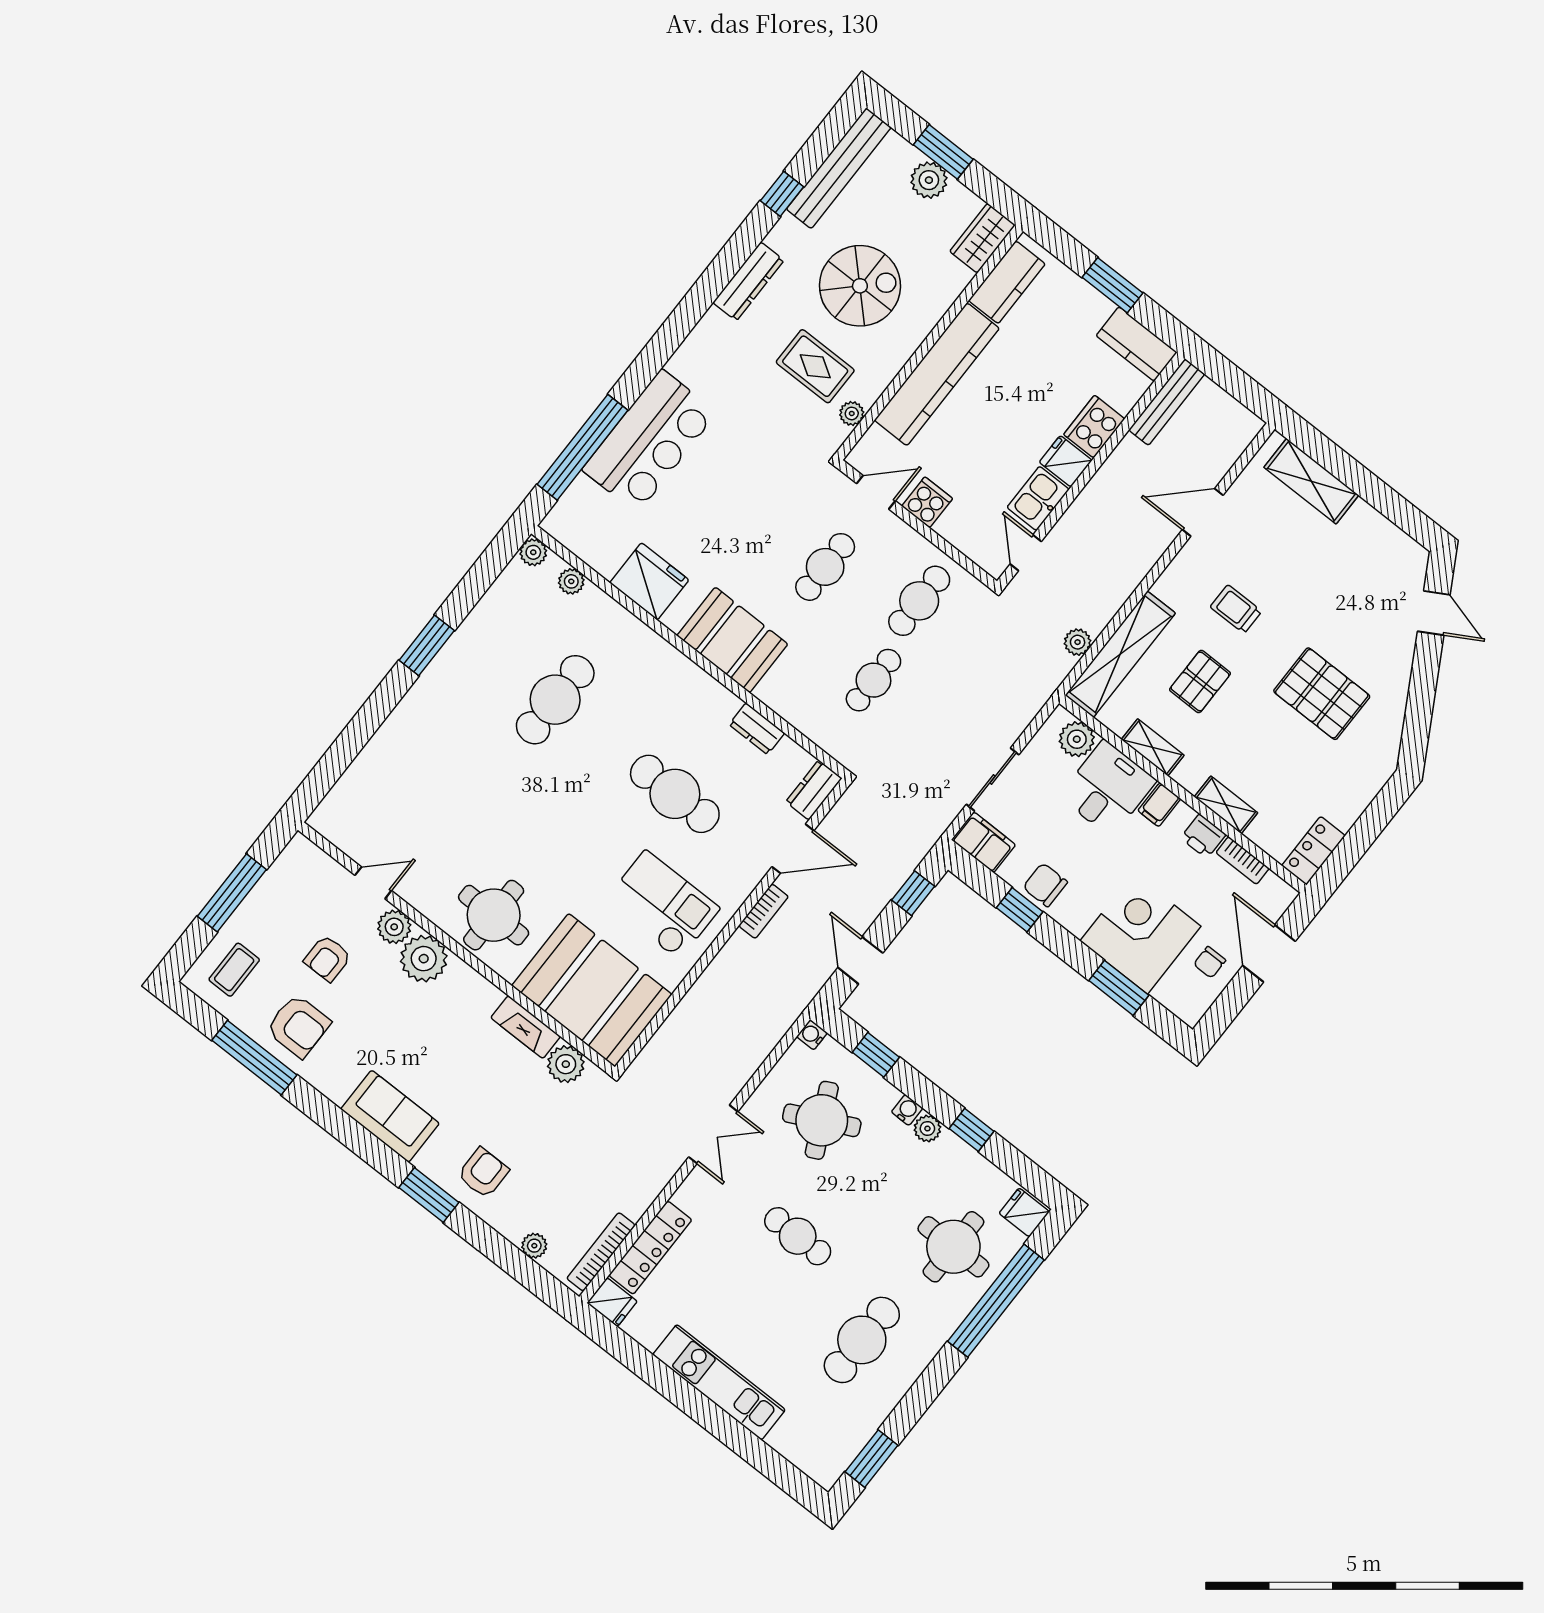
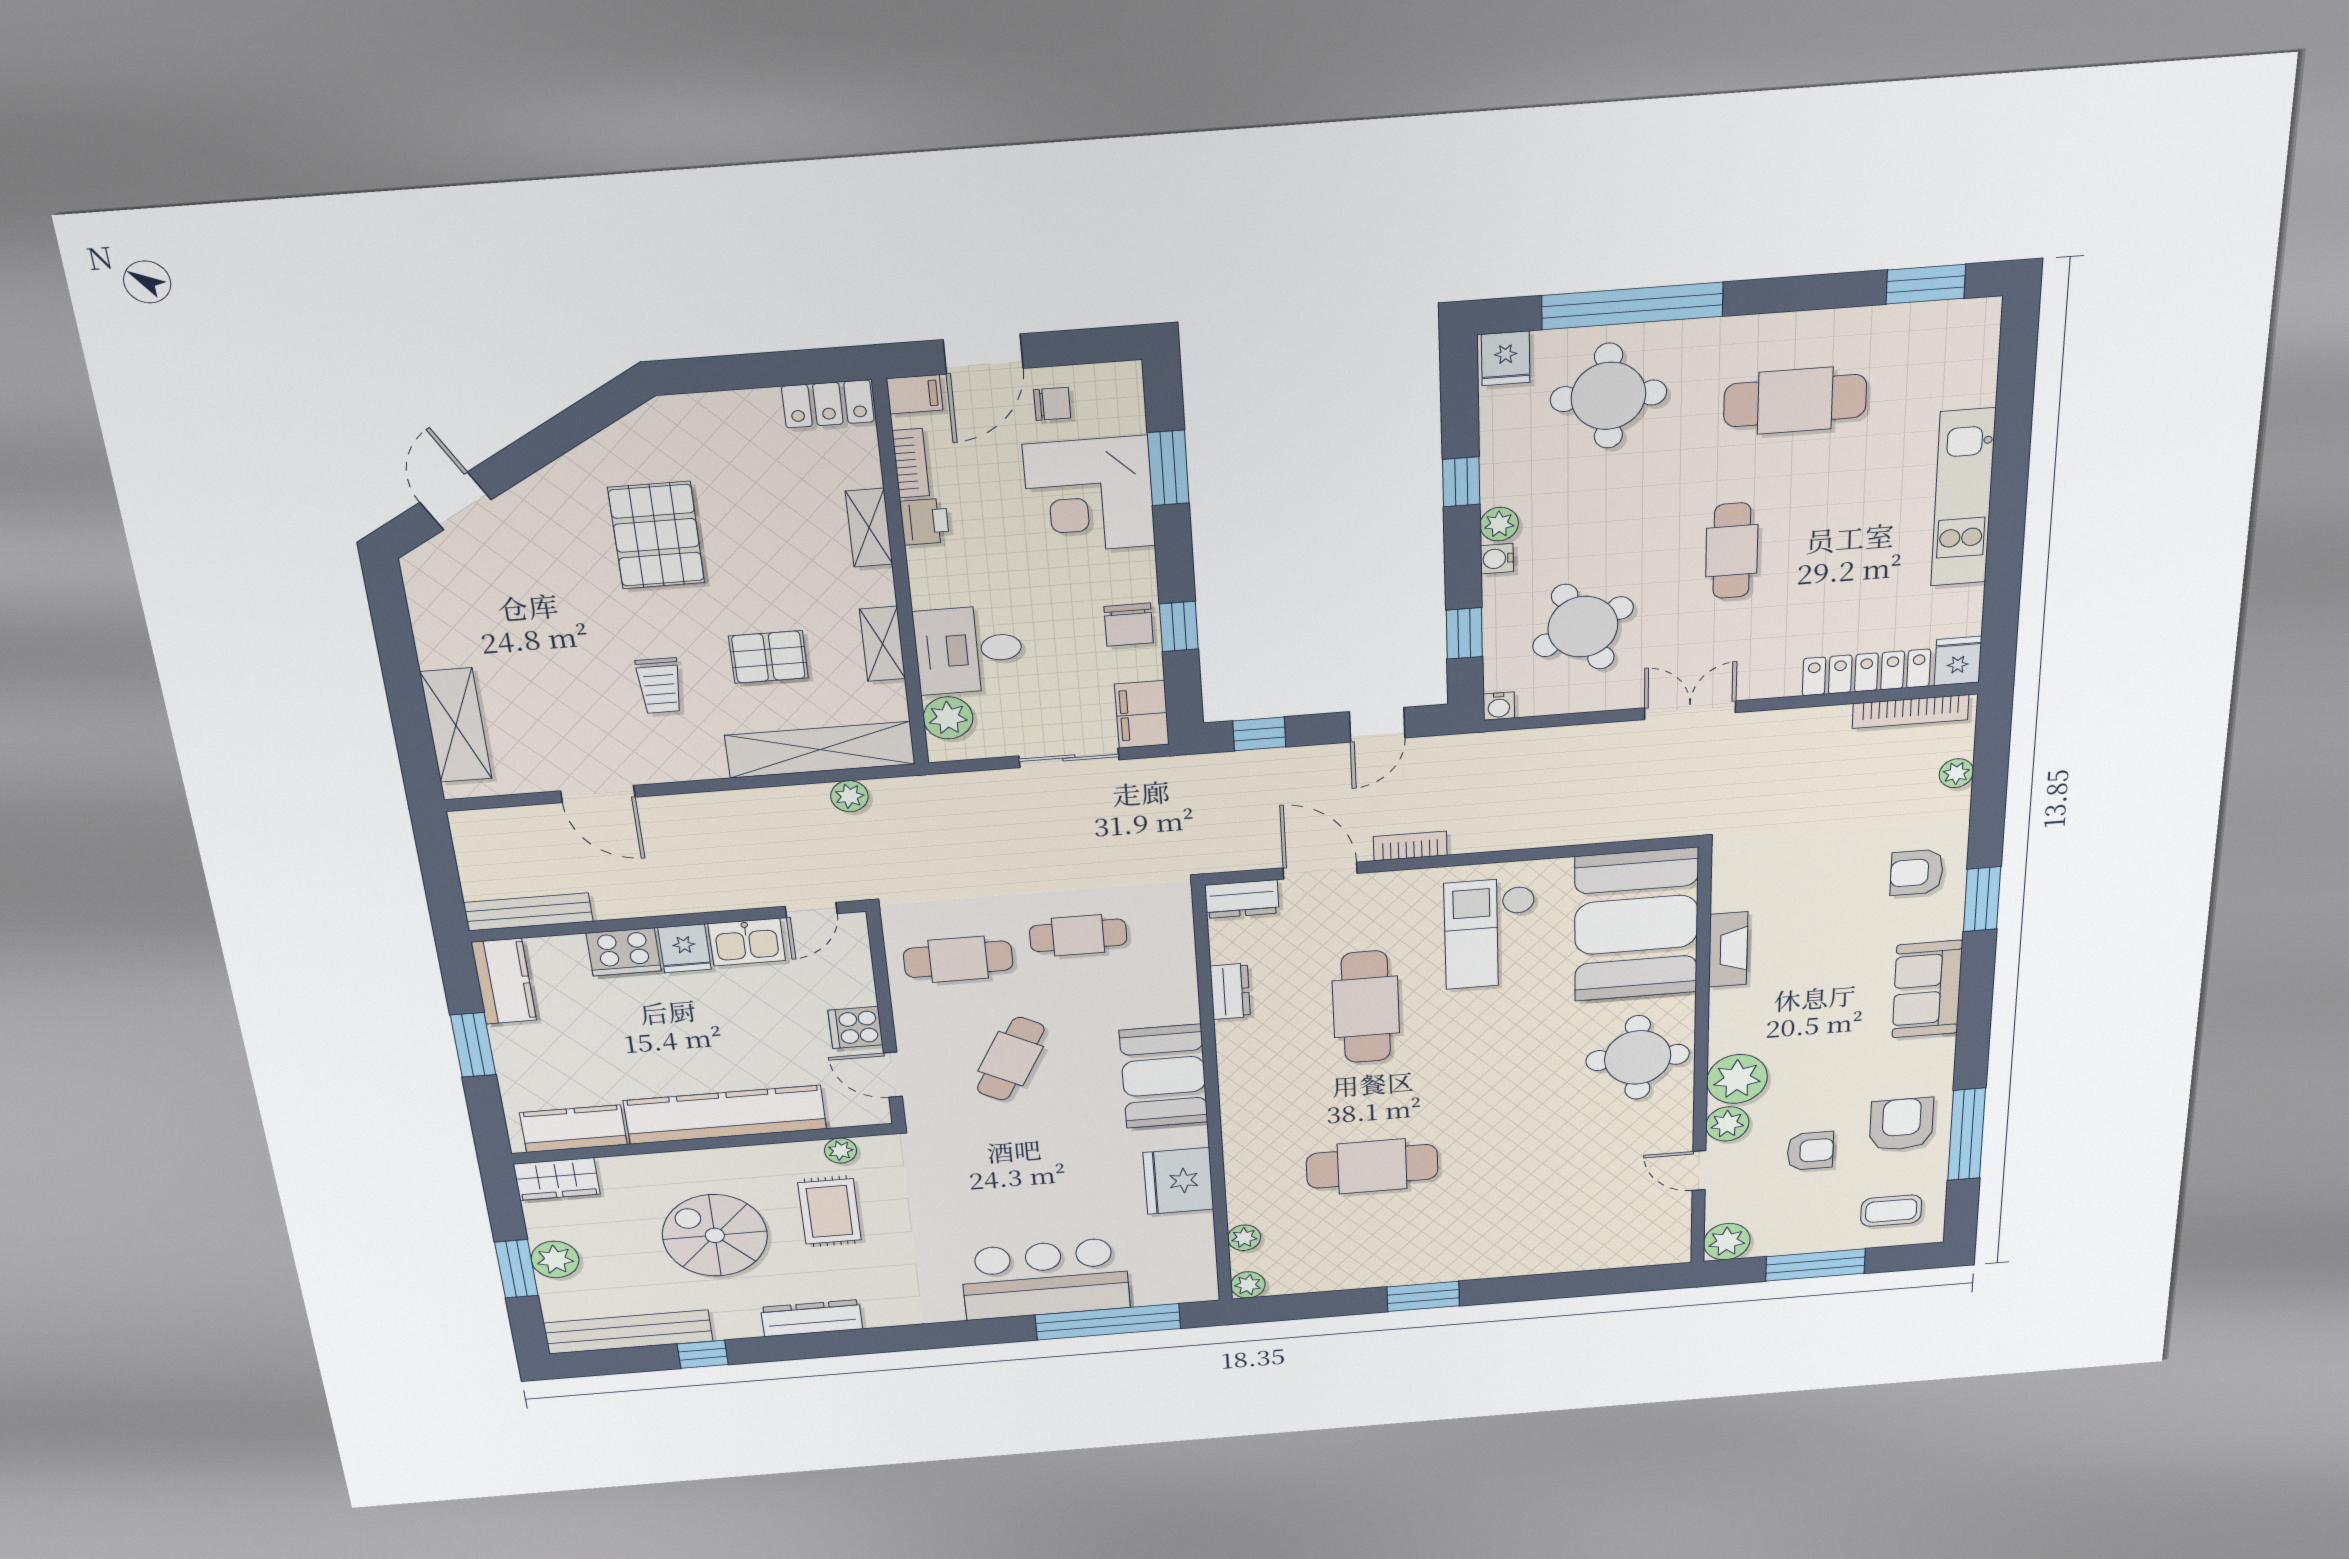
cafe table: (825, 567) -> (1011, 1059), turned -62
filing cabinet: (1159, 805) -> (915, 394), moved
plant: (566, 1064) -> (1727, 1242), moved

